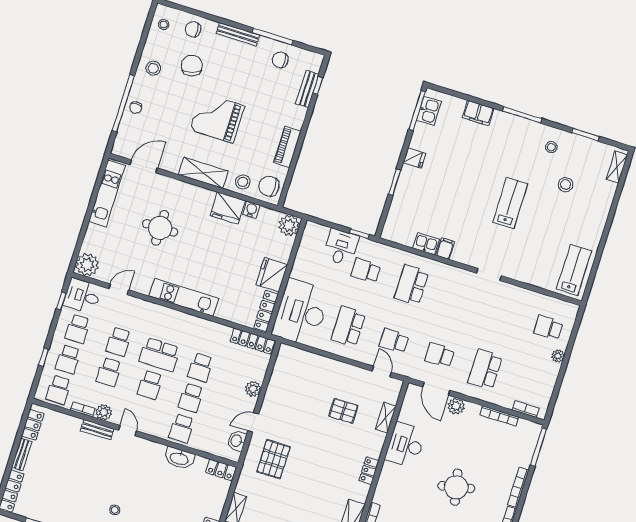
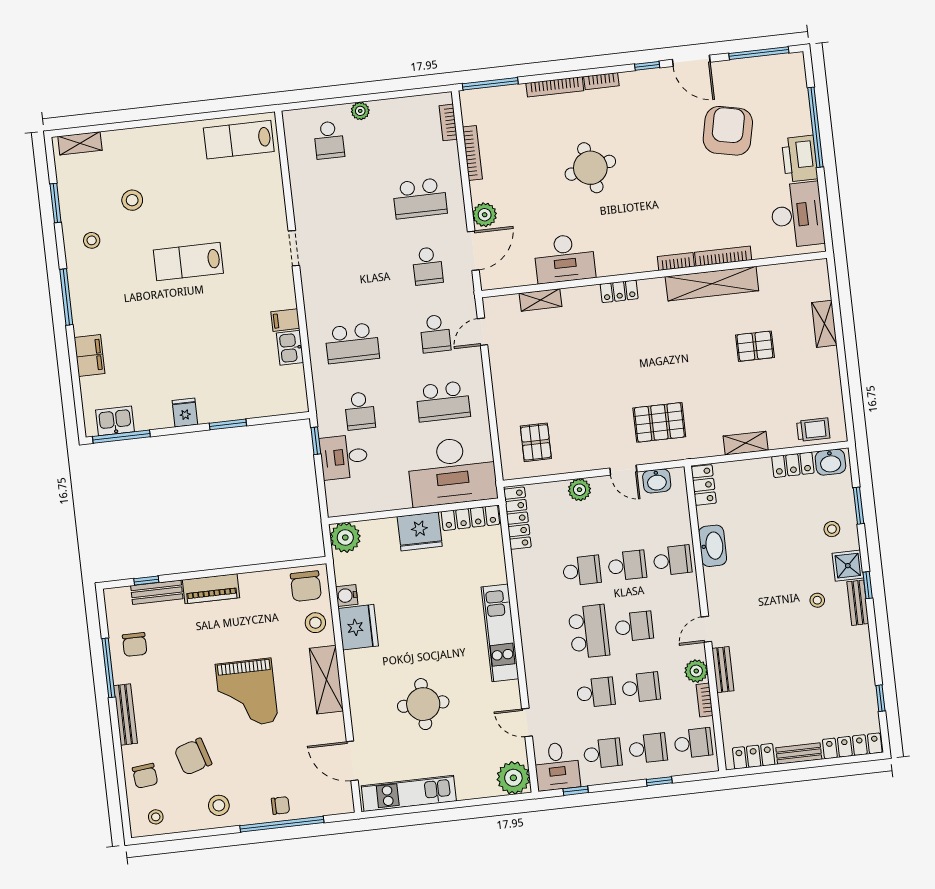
piano: (287, 147) -> (211, 589), moved
pallet: (343, 411) -> (536, 442), moved

